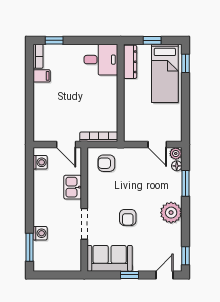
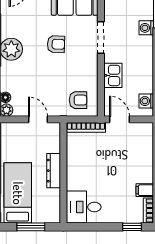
window: (152, 40) -> (31, 227), width x1.50
dresser: (130, 62) -> (54, 171), moved
door: (157, 145) -> (38, 119), moved
armchair: (128, 217) -> (56, 44), turned 92

